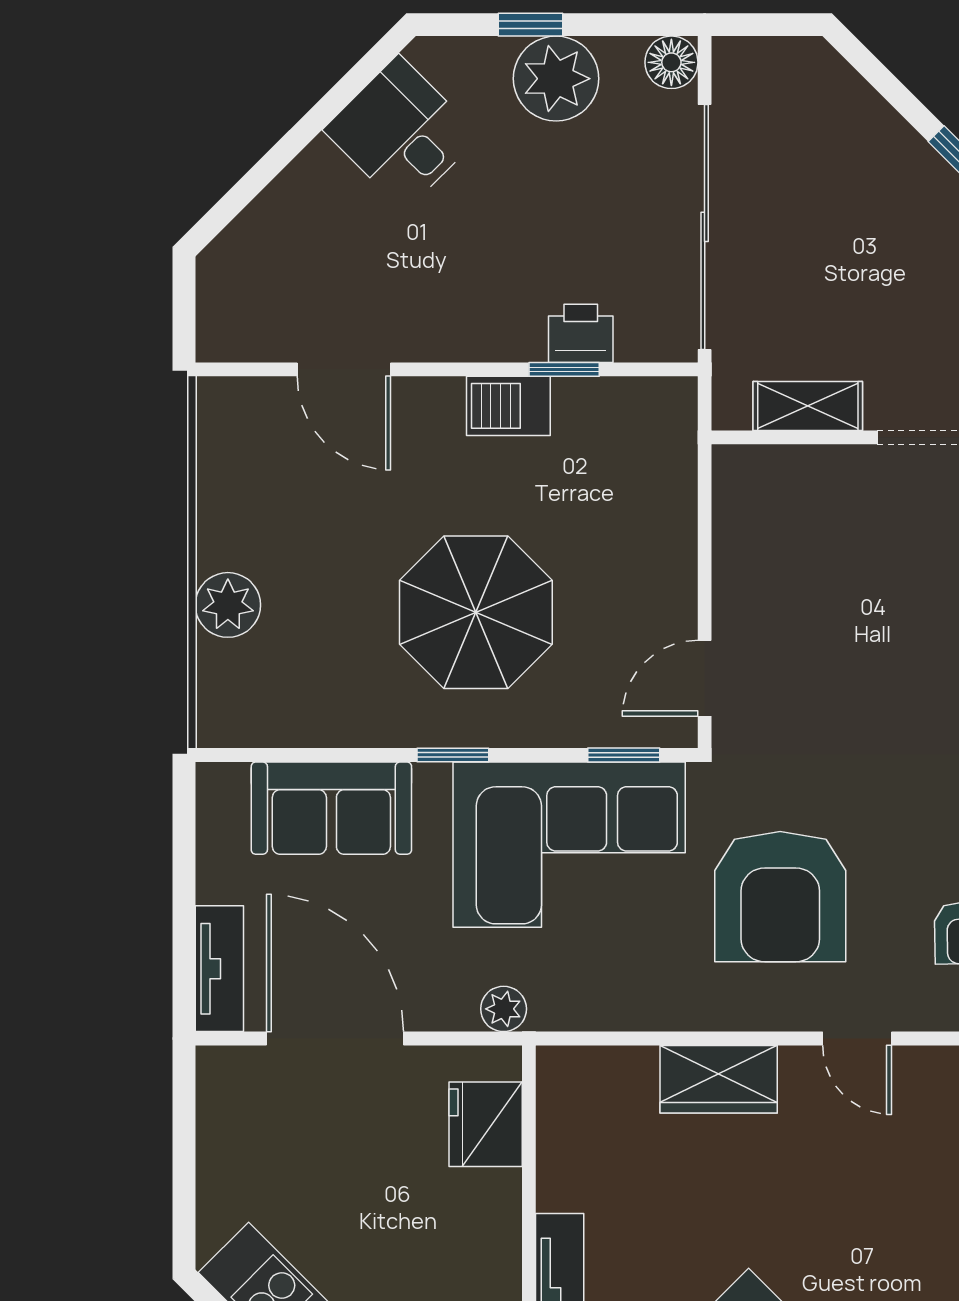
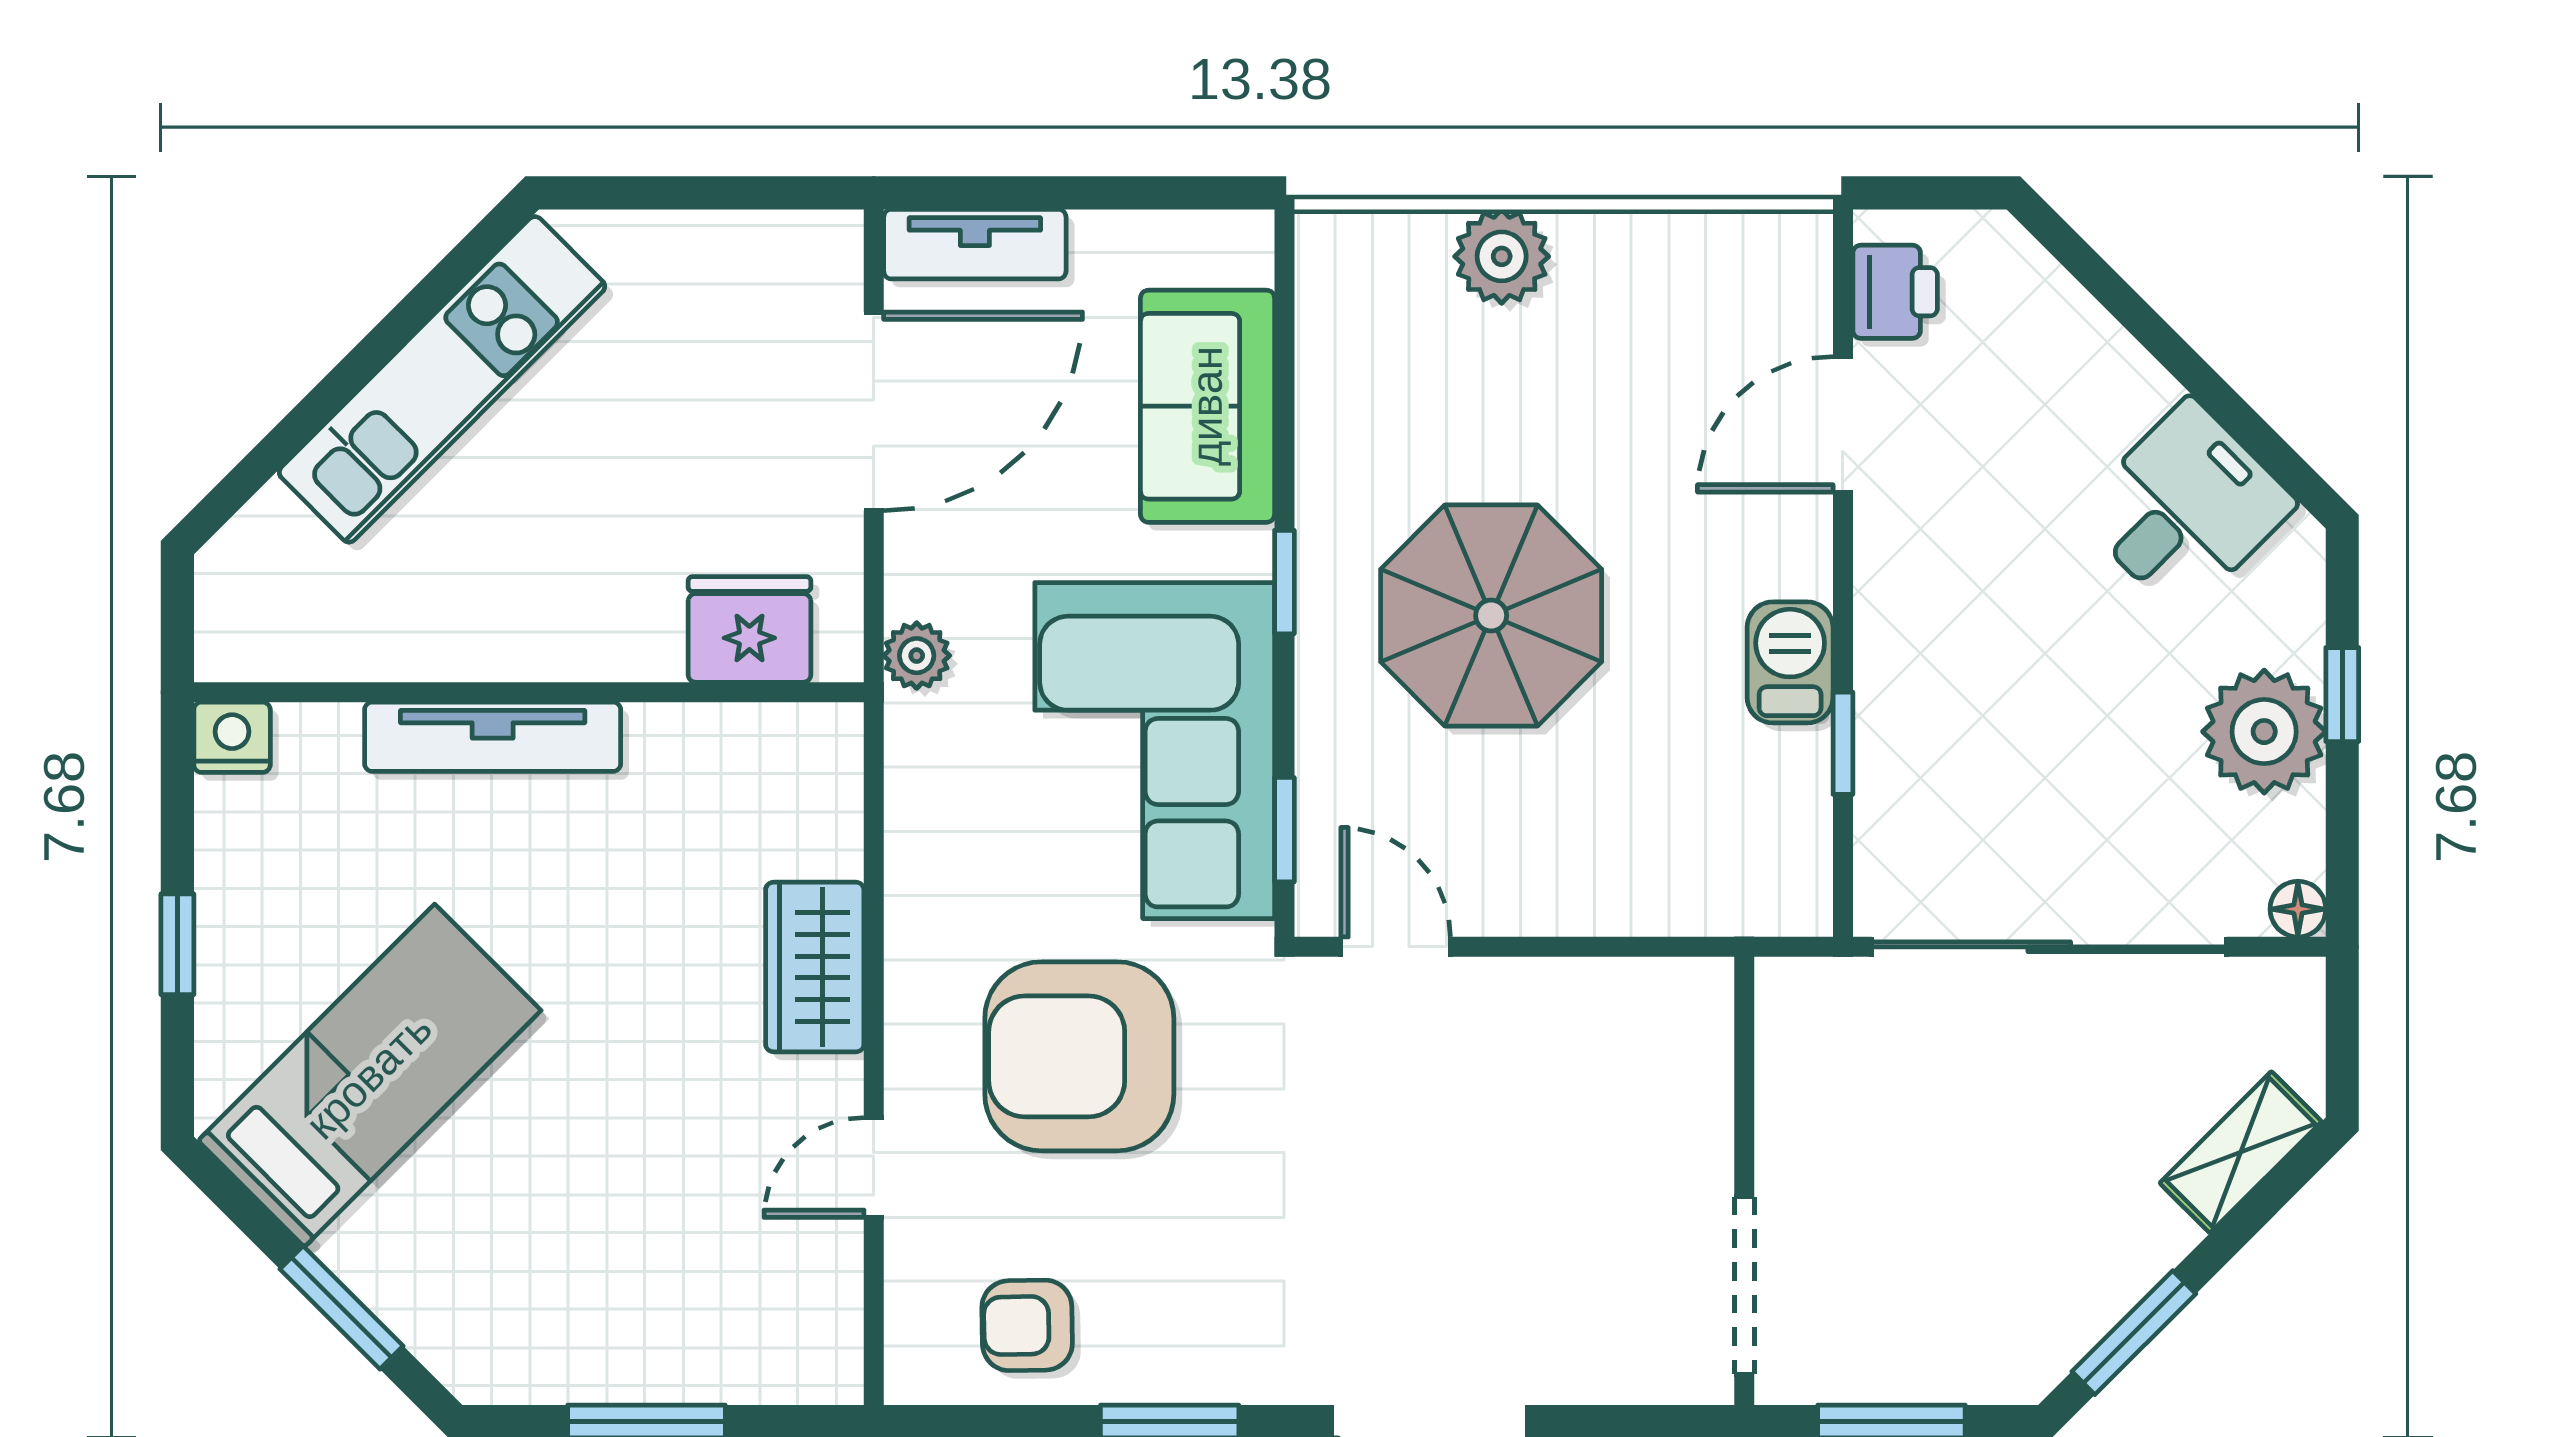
floor lamp: (671, 62) -> (2298, 909), width x0.73, depth x0.73
printer: (581, 333) -> (1895, 292), moved
shelving: (808, 406) -> (2241, 1152), moved, turned 45

